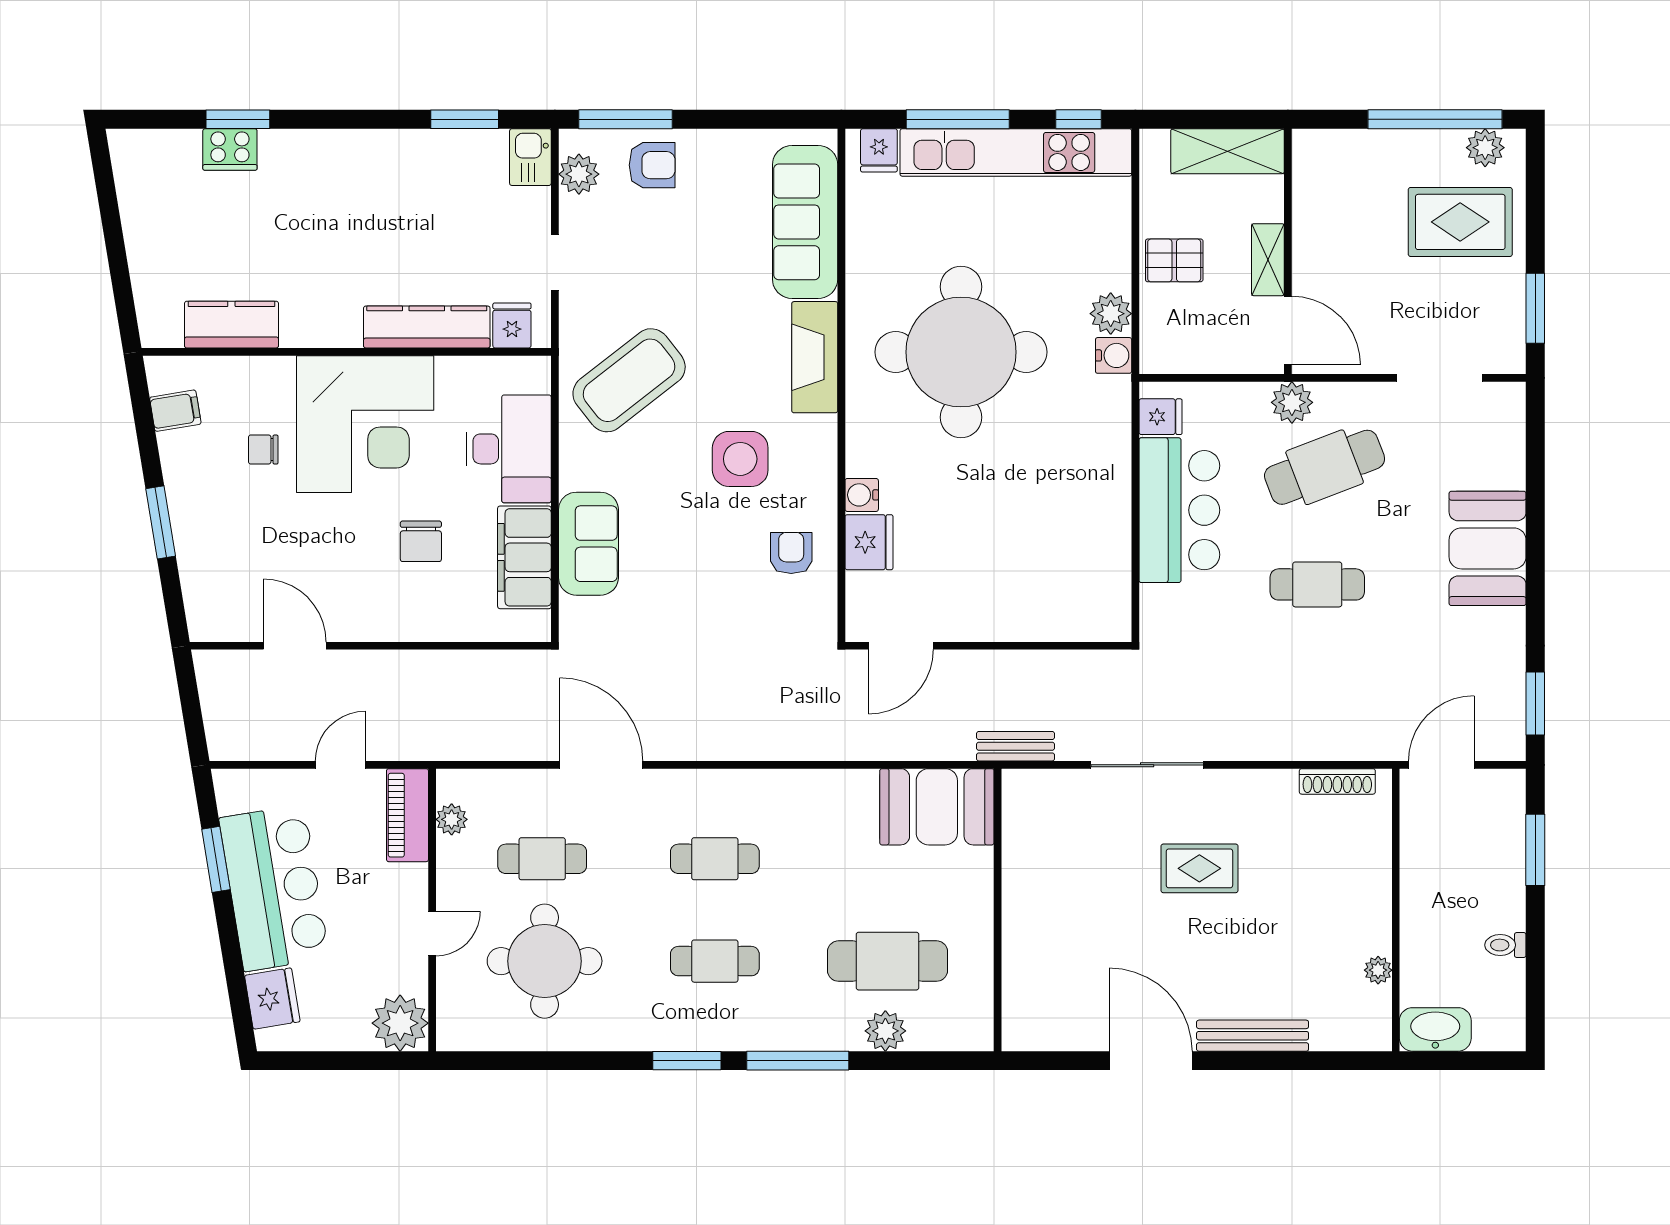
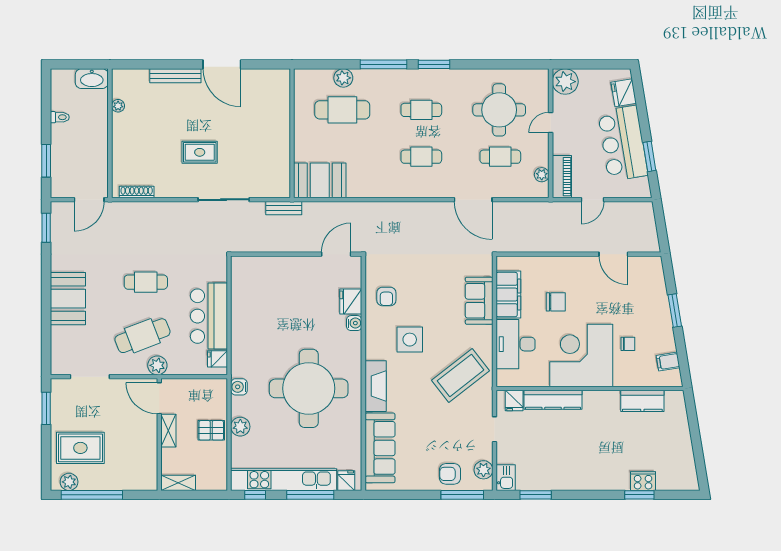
shelving: (1227, 151) -> (178, 483), width x0.67, depth x0.75
plant: (1111, 314) -> (240, 427), moved
chair: (421, 541) -> (556, 302), turned 90

